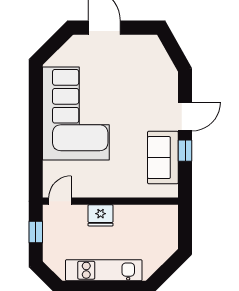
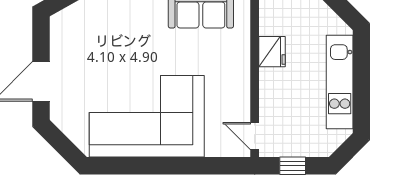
fridge: (101, 215) -> (272, 52), moved

